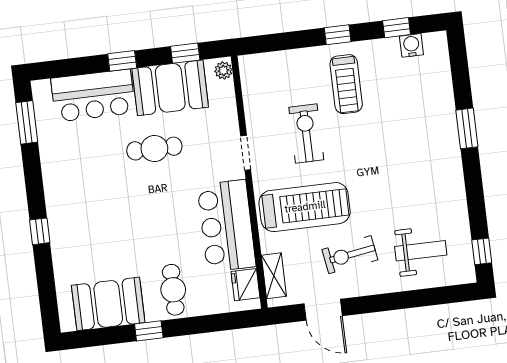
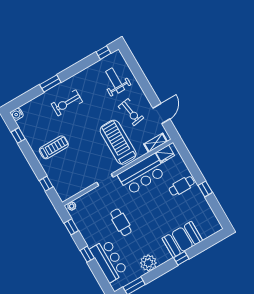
window: (338, 35) -> (46, 184), moved
water cooler: (411, 45) -> (17, 114), moved
booth: (170, 88) -> (90, 227), removed
exercise bike: (306, 133) -> (67, 103), moved
plant: (57, 167) -> (148, 263), added
booth: (108, 304) -> (182, 239), moved, turned 90

